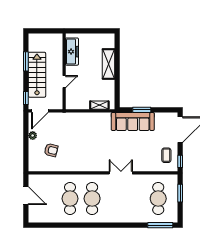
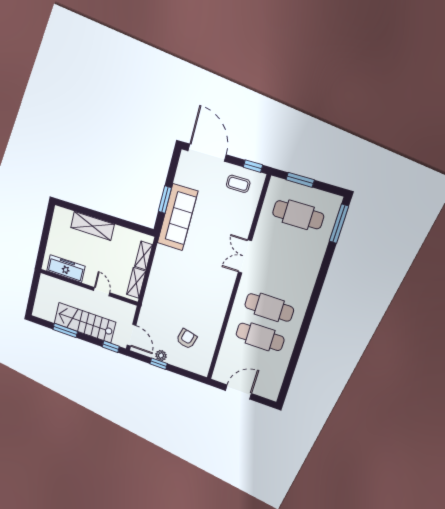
shelving: (79, 105) -> (136, 283), added
window: (26, 135) -> (159, 364), added

